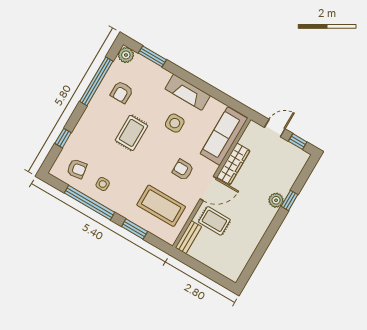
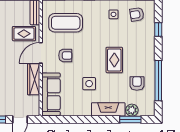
plant: (126, 55) -> (132, 110), moved
fireplace: (188, 92) -> (108, 109), moved

